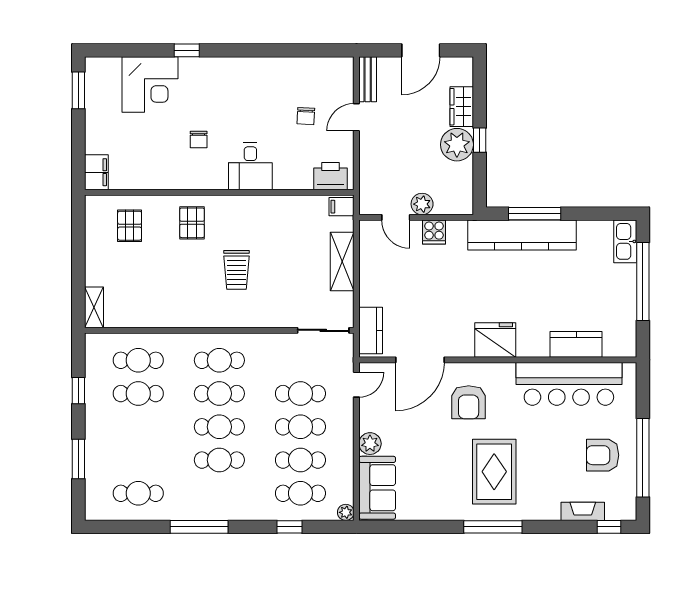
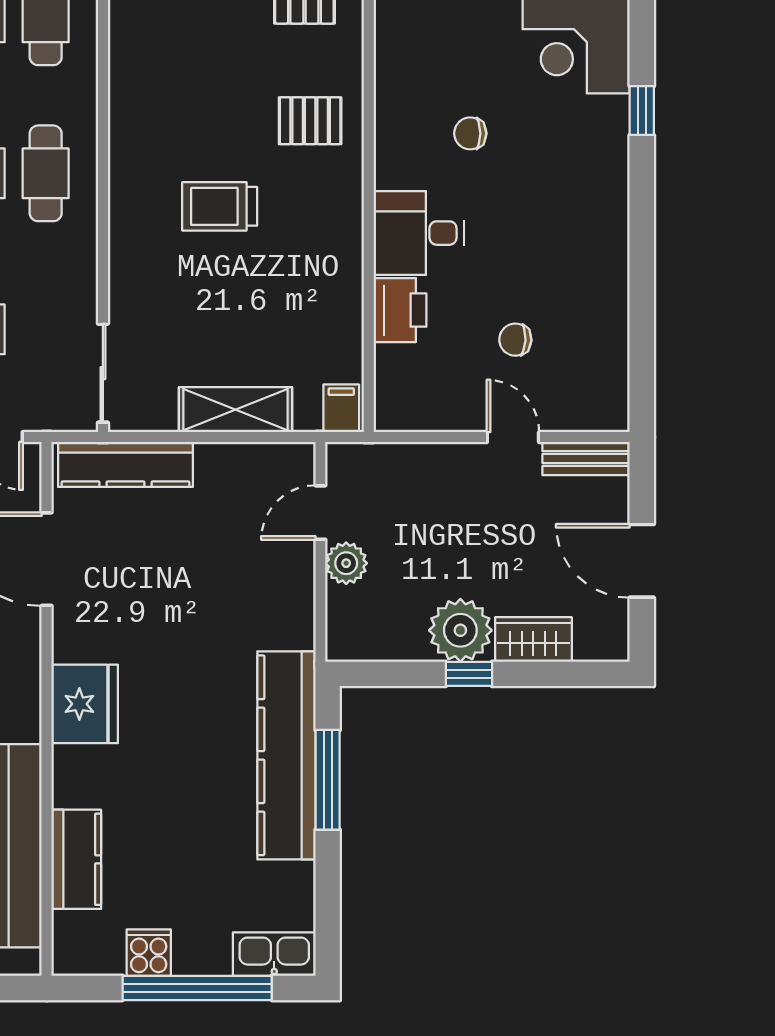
printer: (331, 176) -> (400, 310), moved
cooker: (434, 232) -> (149, 953), moved, turned 90
kitchen counter: (371, 330) -> (126, 464), width x1.50

